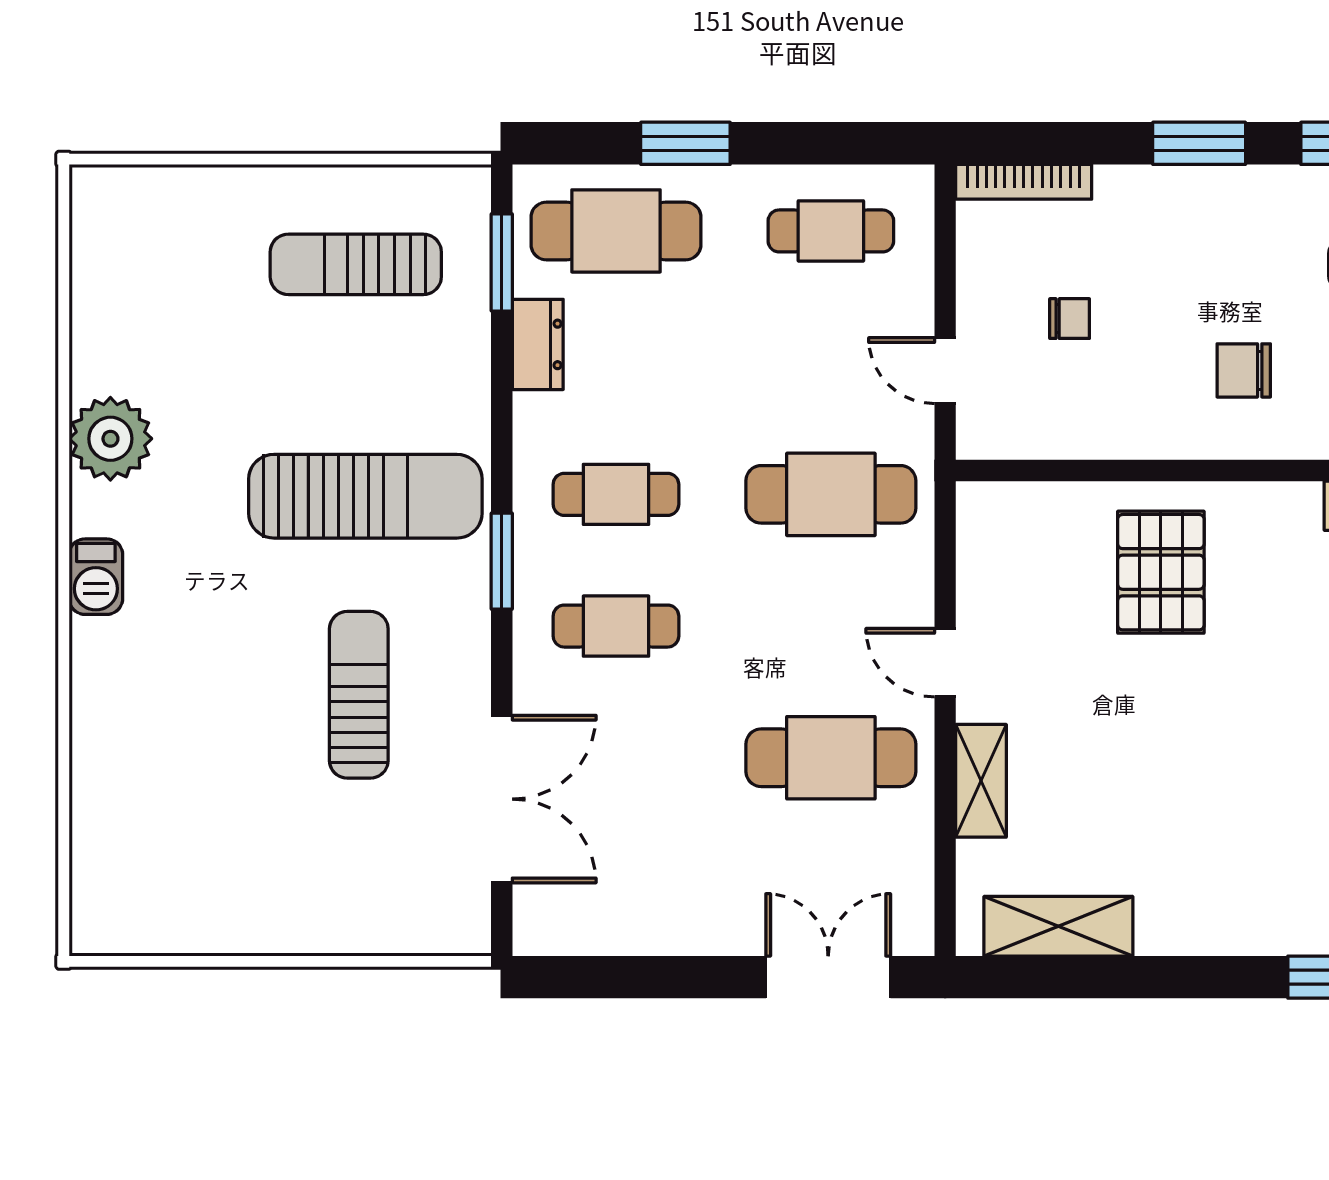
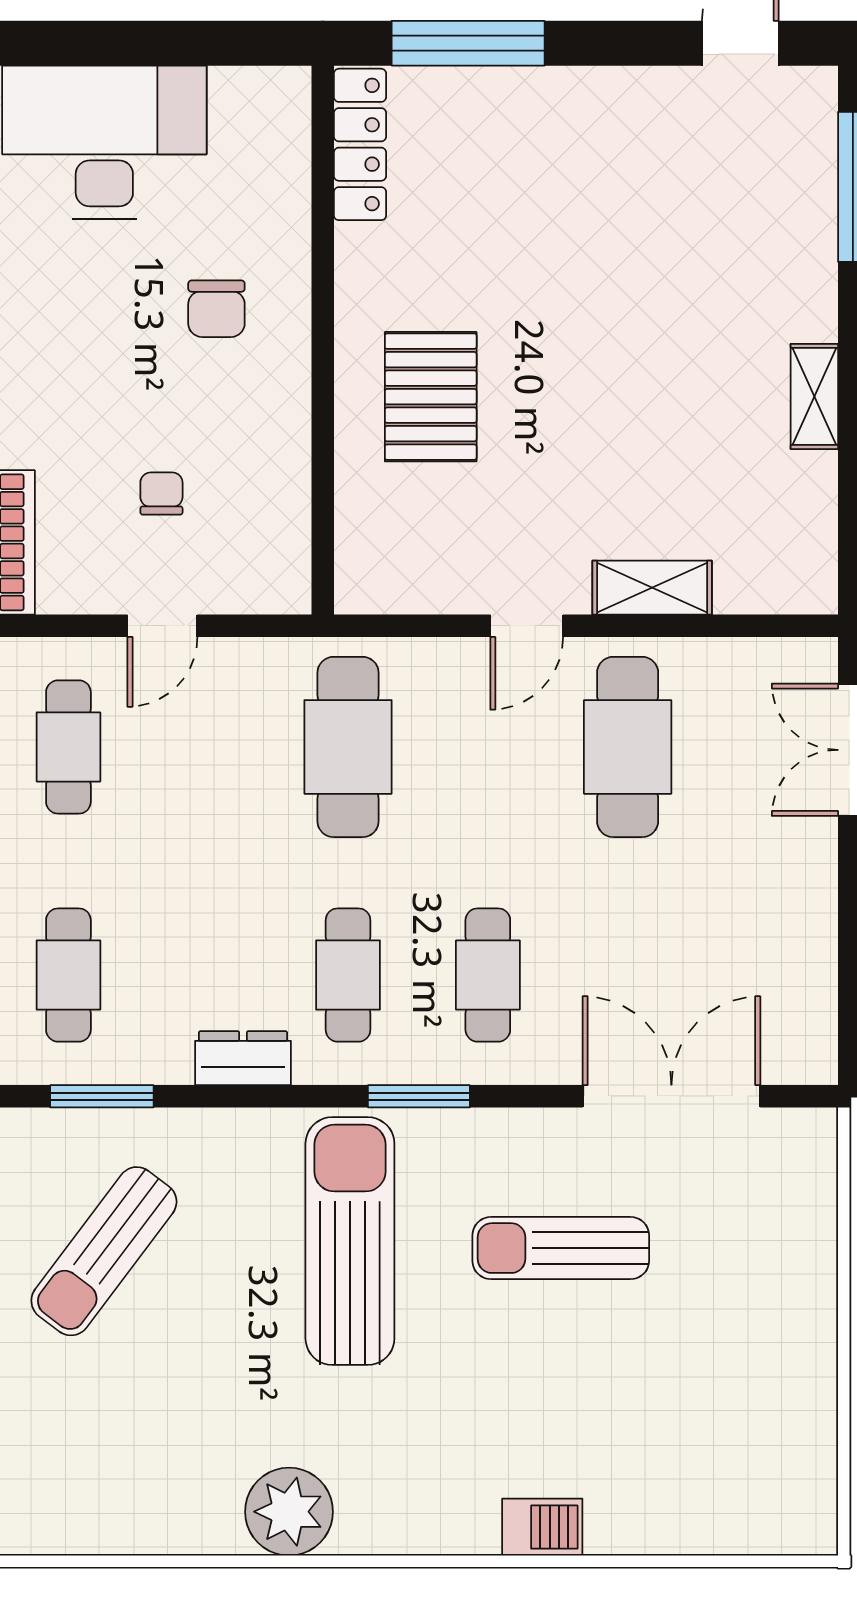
cafe table: (616, 231) -> (68, 975), width x0.73, depth x0.74
sun lounger: (356, 264) -> (104, 1251), turned 37
dresser: (538, 344) -> (243, 1058), moved
door: (945, 371) -> (162, 626), moved
pallet: (1161, 572) -> (431, 397), turned 90
barbecue: (96, 577) -> (542, 1527), moved
shelving: (1058, 926) -> (814, 396), moved, width x0.67, depth x0.75

